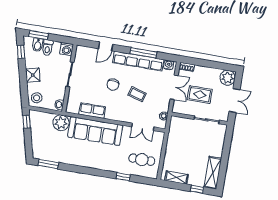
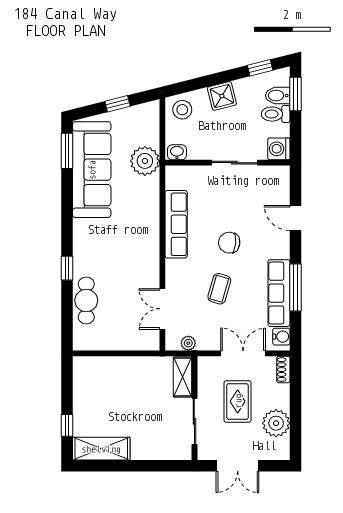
row of seats: (138, 61) -> (279, 293), width x0.73
plant: (228, 78) -> (276, 423), moved
double door: (174, 87) -> (243, 353), swing flipped
row of seats: (92, 111) -> (176, 224), width x1.48
window: (27, 122) -> (117, 104), moved
sofa: (95, 131) -> (92, 170), moved, turned 180
cafe table: (142, 160) -> (86, 300), moved
window: (123, 177) -> (67, 268), moved
shelving: (176, 177) -> (183, 377), moved

